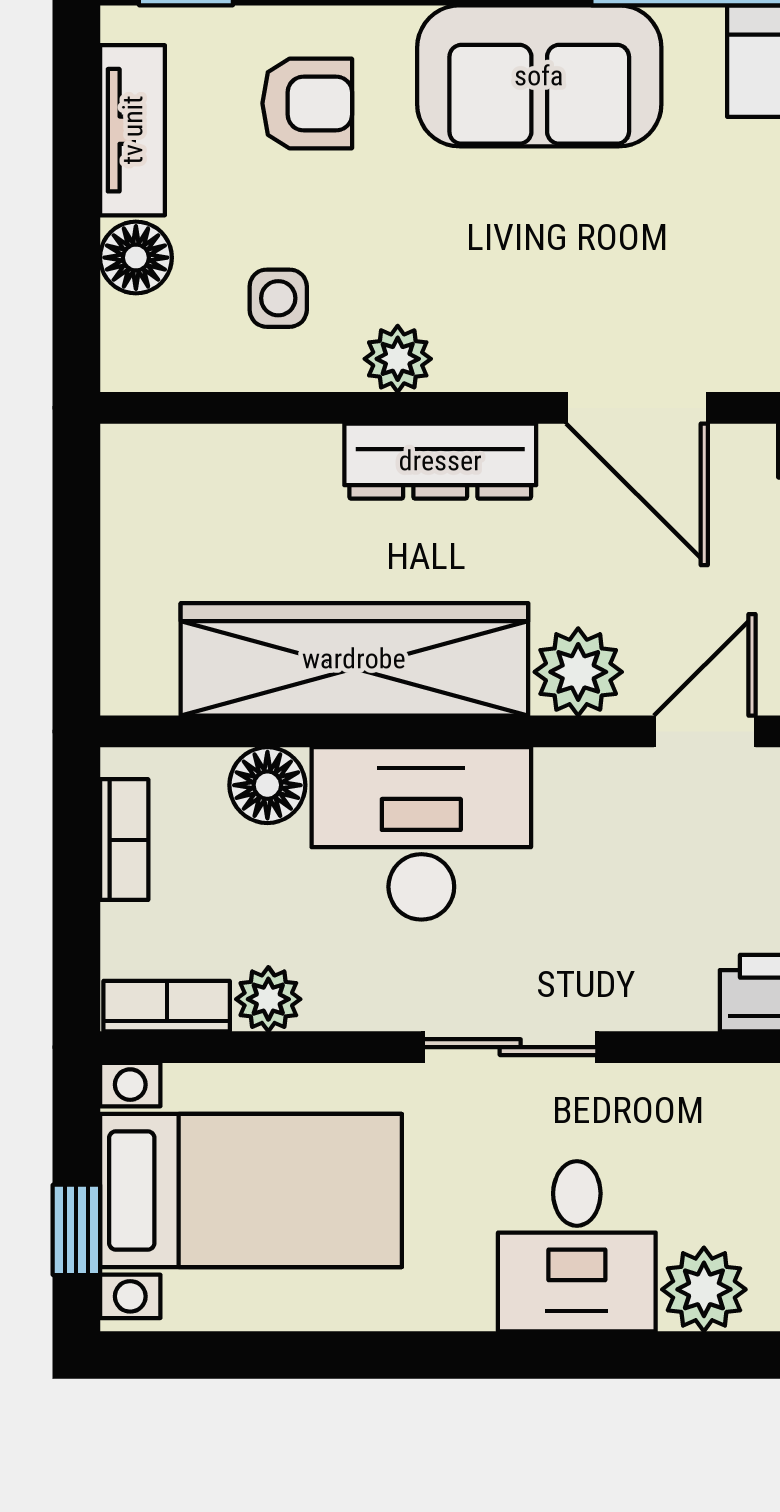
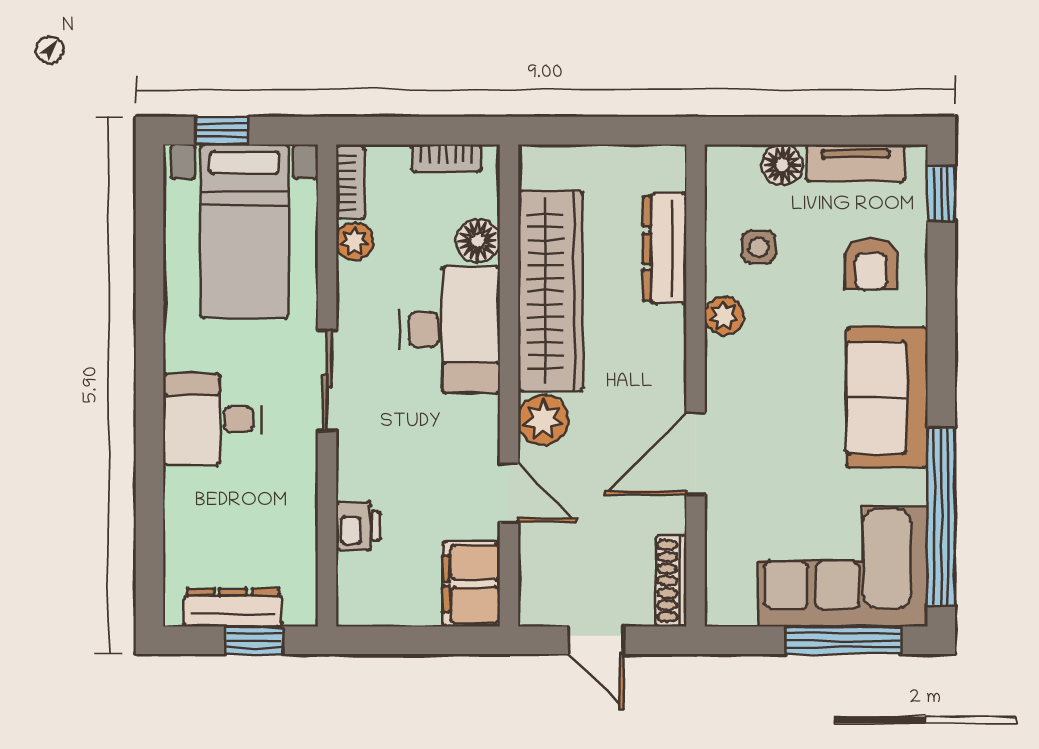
dresser: (440, 461) -> (665, 248), moved
plant: (704, 1289) -> (187, 492), removed

